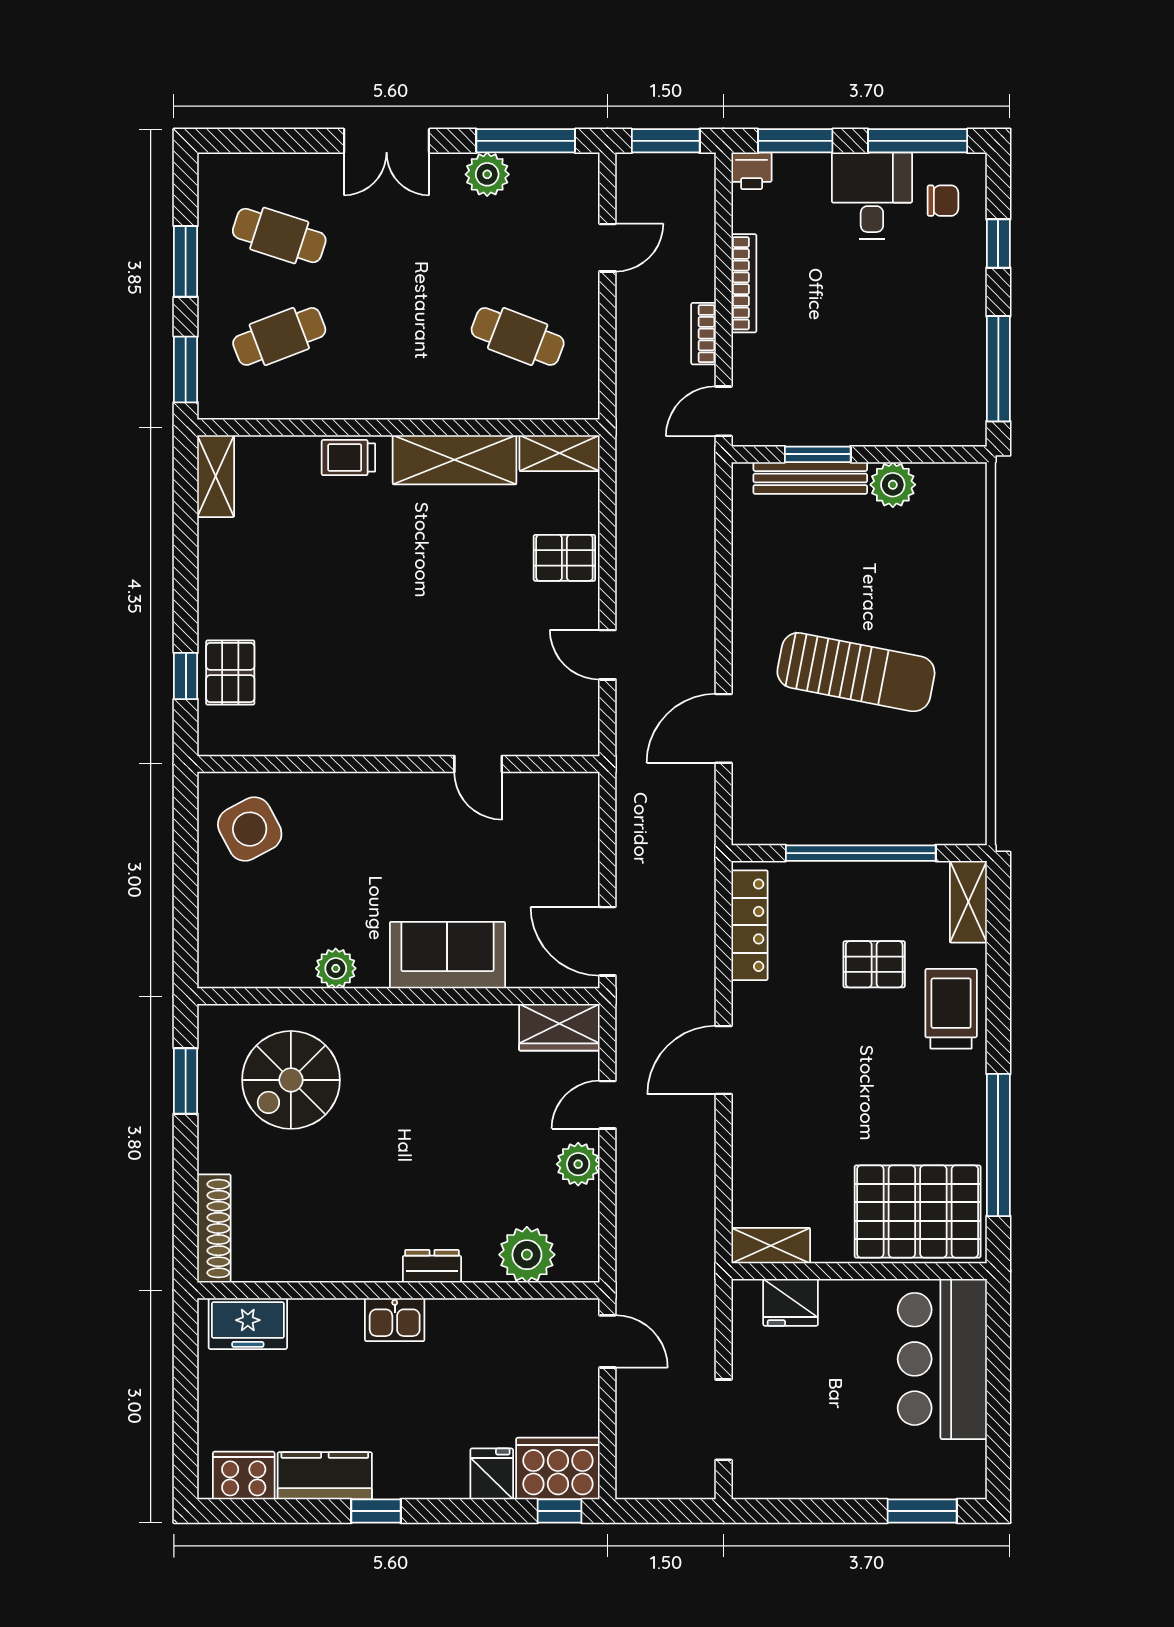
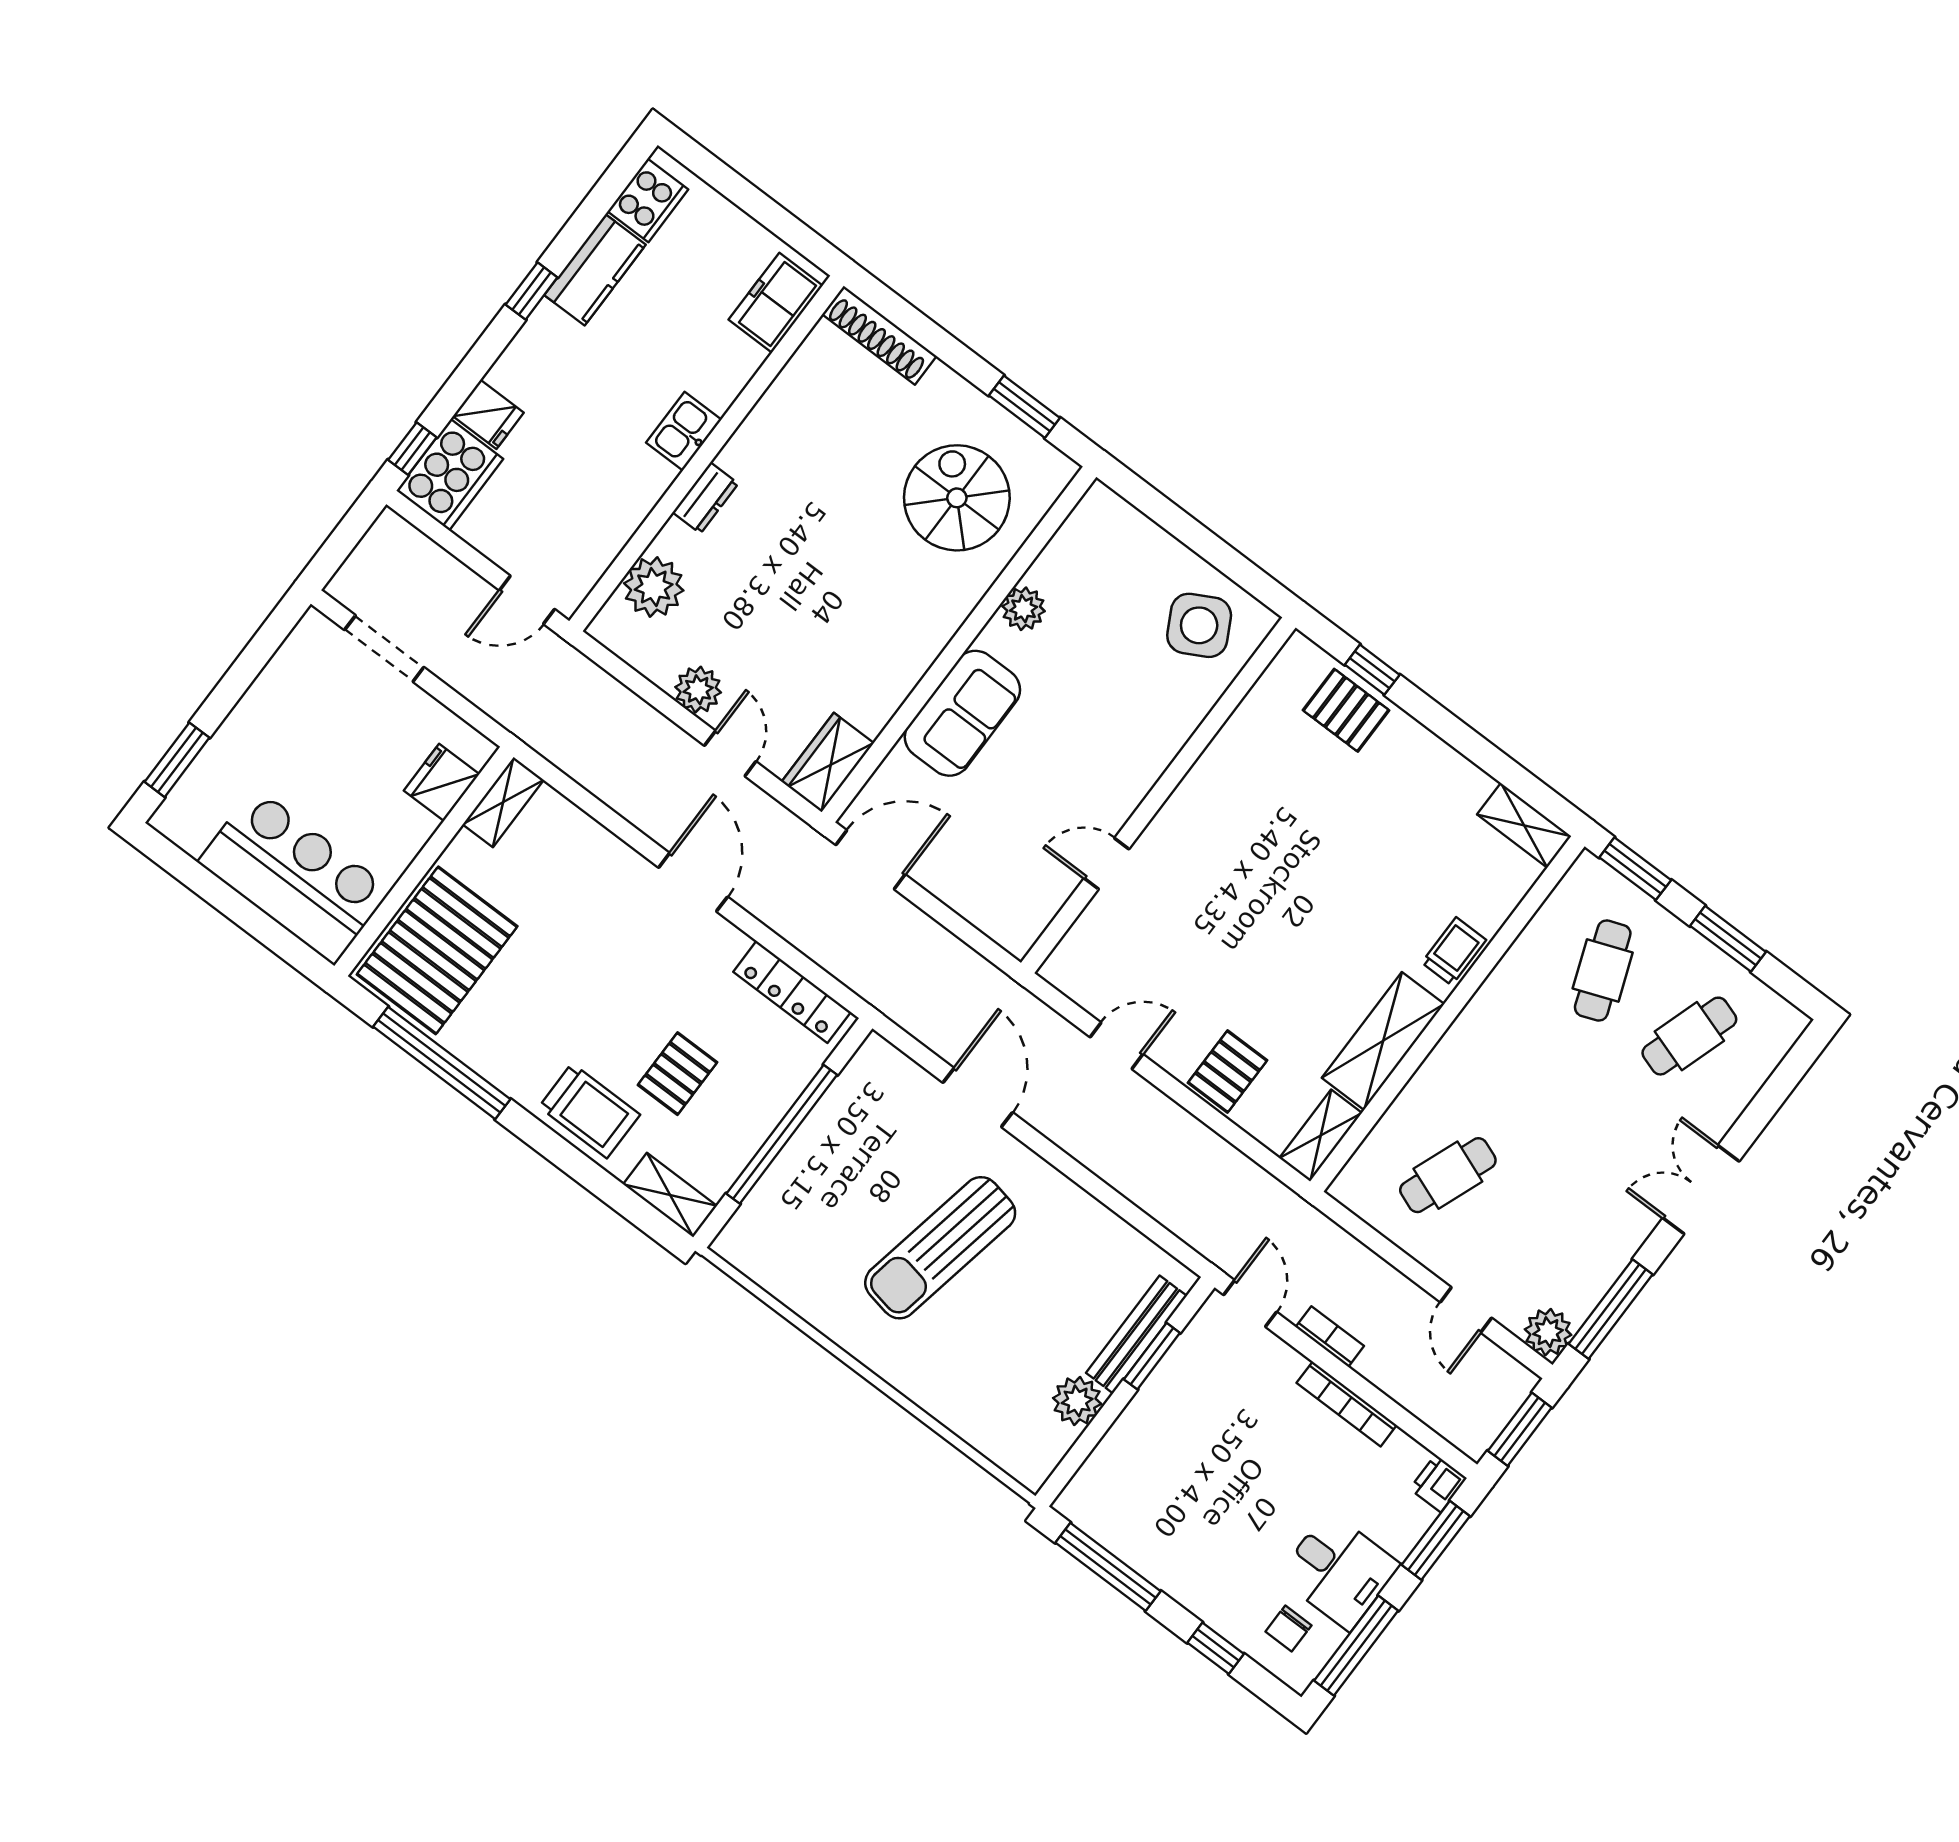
plant: (487, 174) -> (1548, 1332), moved

